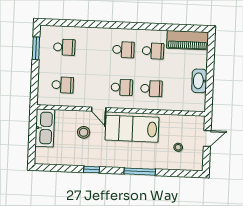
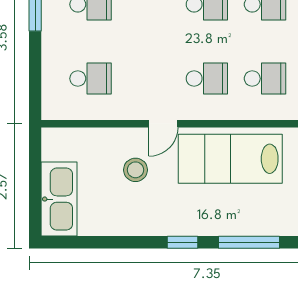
door: (99, 109) -> (163, 124), hinge flipped
kitchen sink: (45, 128) -> (59, 199), moved
window: (92, 170) -> (183, 242), moved

